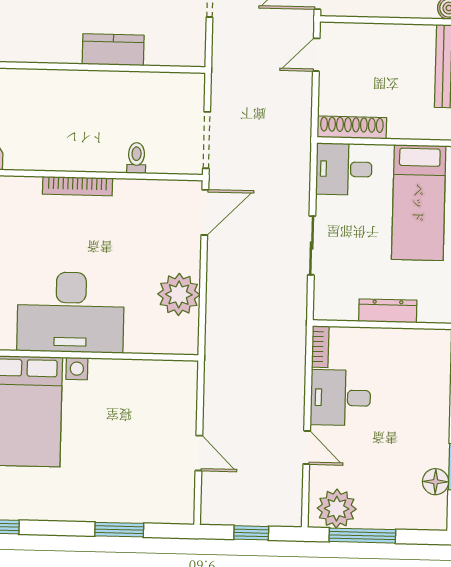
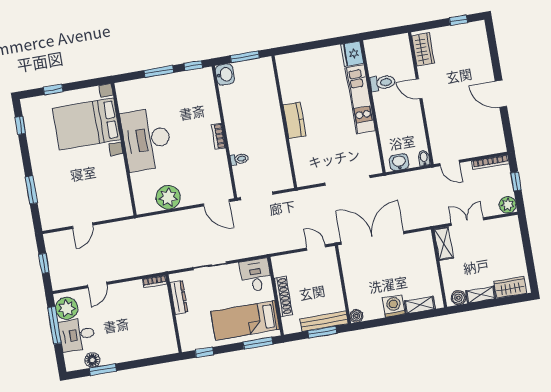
kitchen counter: (113, 50) -> (294, 120), moved
shoe rack: (352, 127) -> (283, 296), moved
bookcase: (77, 186) -> (218, 136), width x0.64
dresser: (388, 311) -> (179, 297), moved
desk: (340, 398) -> (77, 335), moved, turned -90

